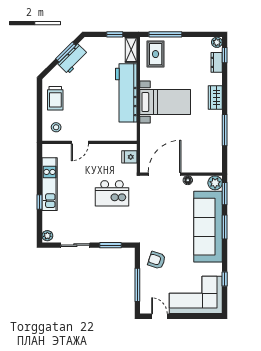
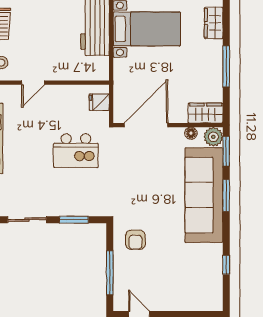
wardrobe: (209, 165) -> (206, 113), added
floor lamp: (188, 180) -> (191, 133), moved
armchair: (157, 260) -> (135, 240), turned -108
corner sofa: (196, 295) -> (188, 286), removed

